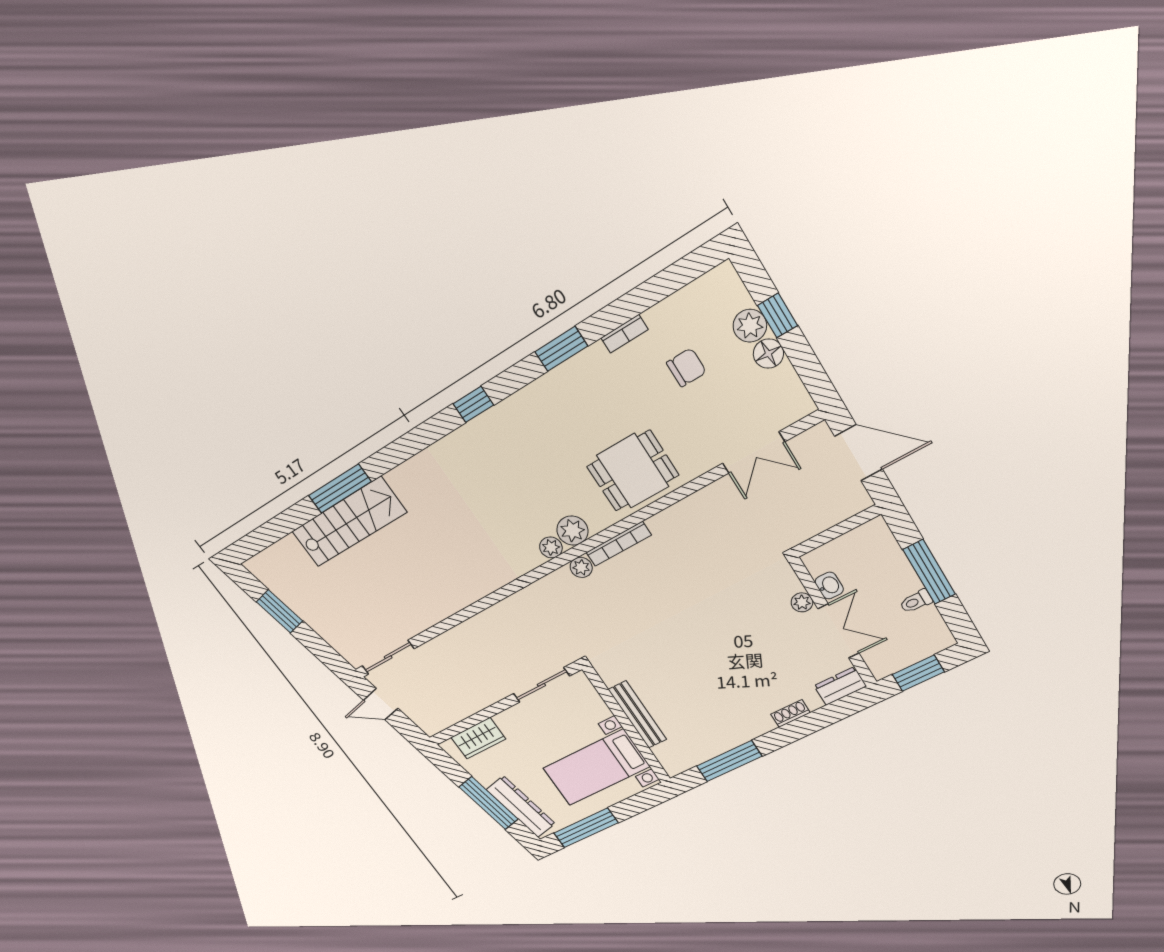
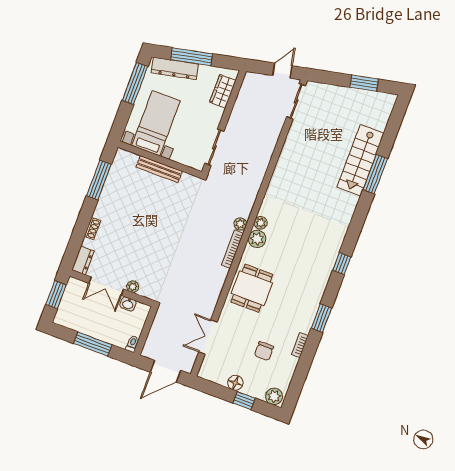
plant: (750, 326) -> (274, 396), moved
toilet: (916, 601) -> (132, 344), moved

